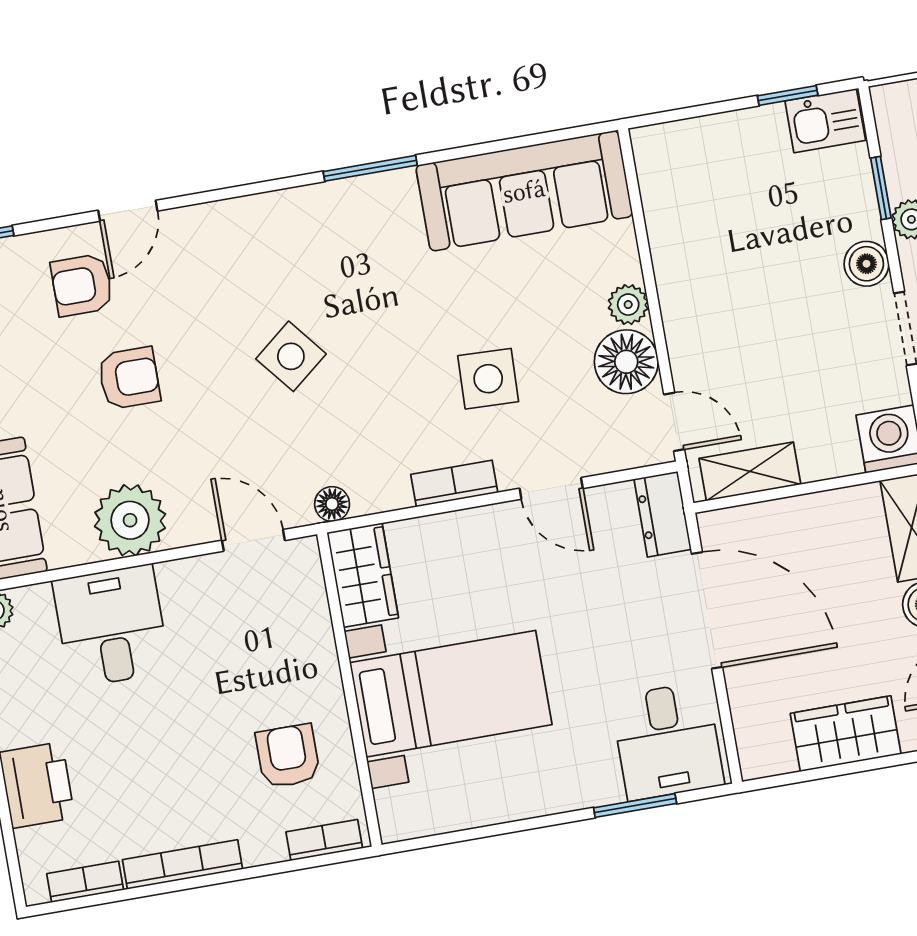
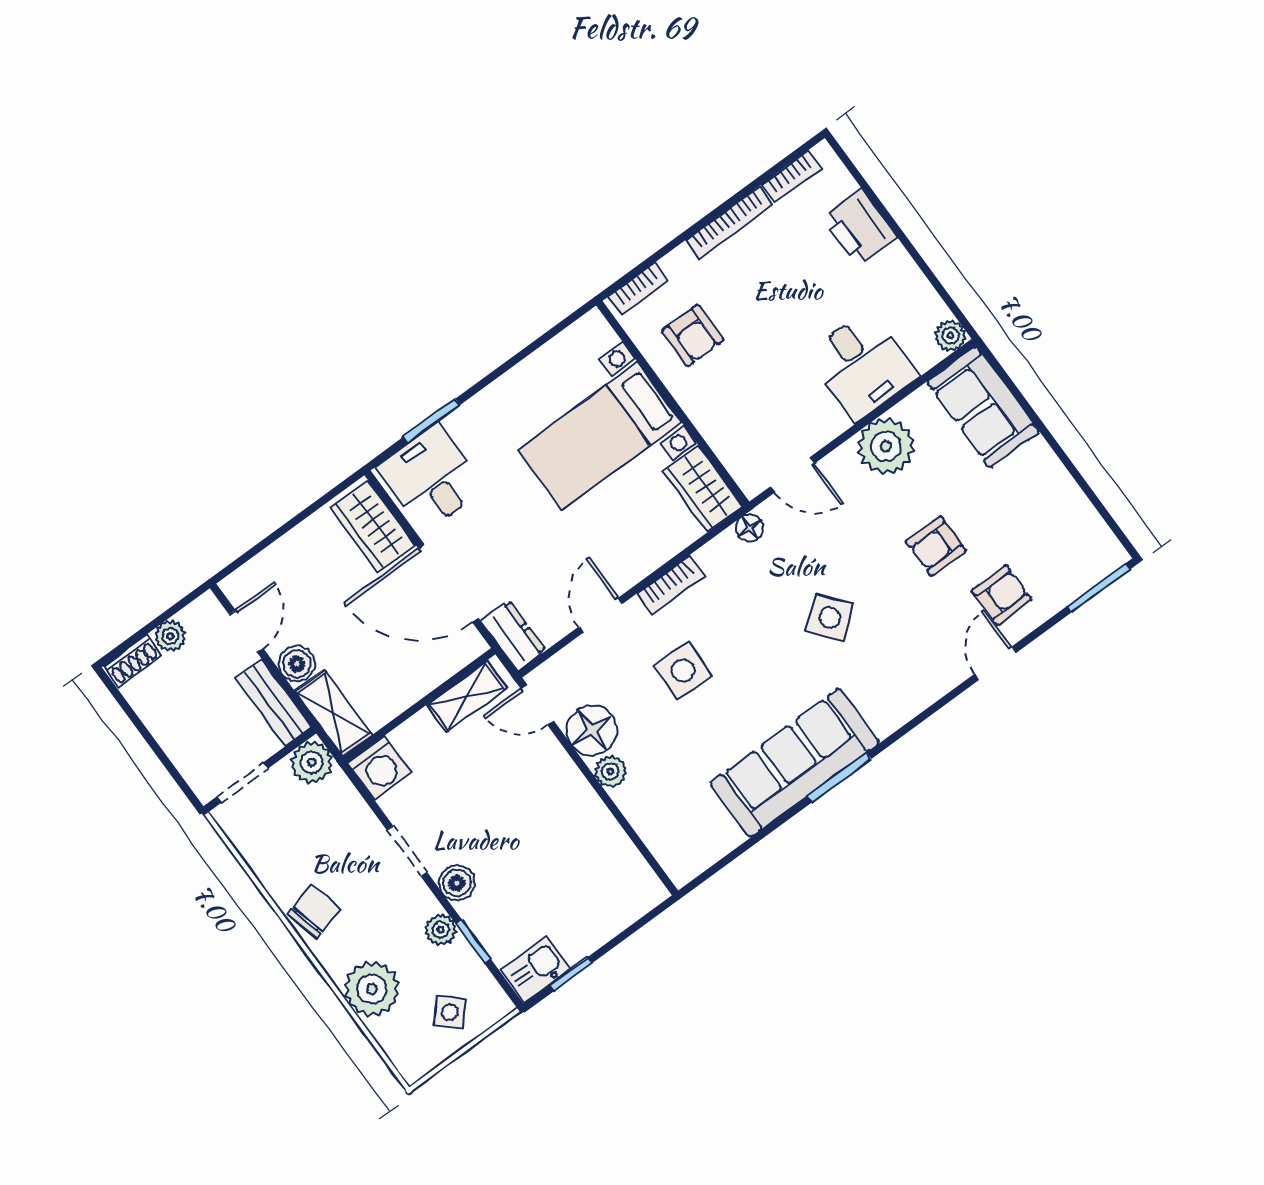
sofa: (524, 191) -> (795, 763), moved
door: (551, 488) -> (601, 615), hinge flipped
wardrobe: (846, 734) -> (373, 526), moved, turned 90

